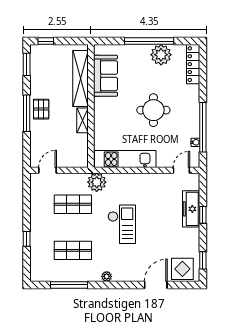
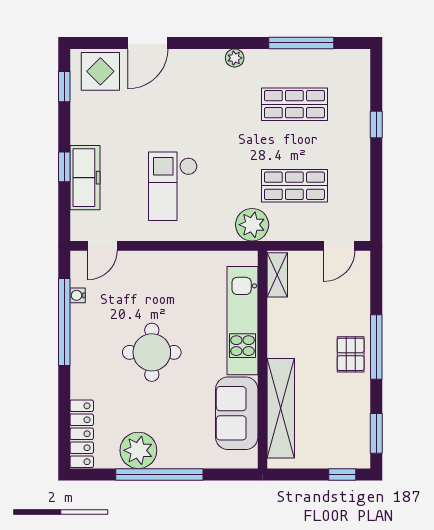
shelving: (83, 120) -> (277, 275), moved
kitchen unit: (125, 159) -> (242, 321), moved, turned 90
checkout: (122, 224) -> (173, 186), moved

